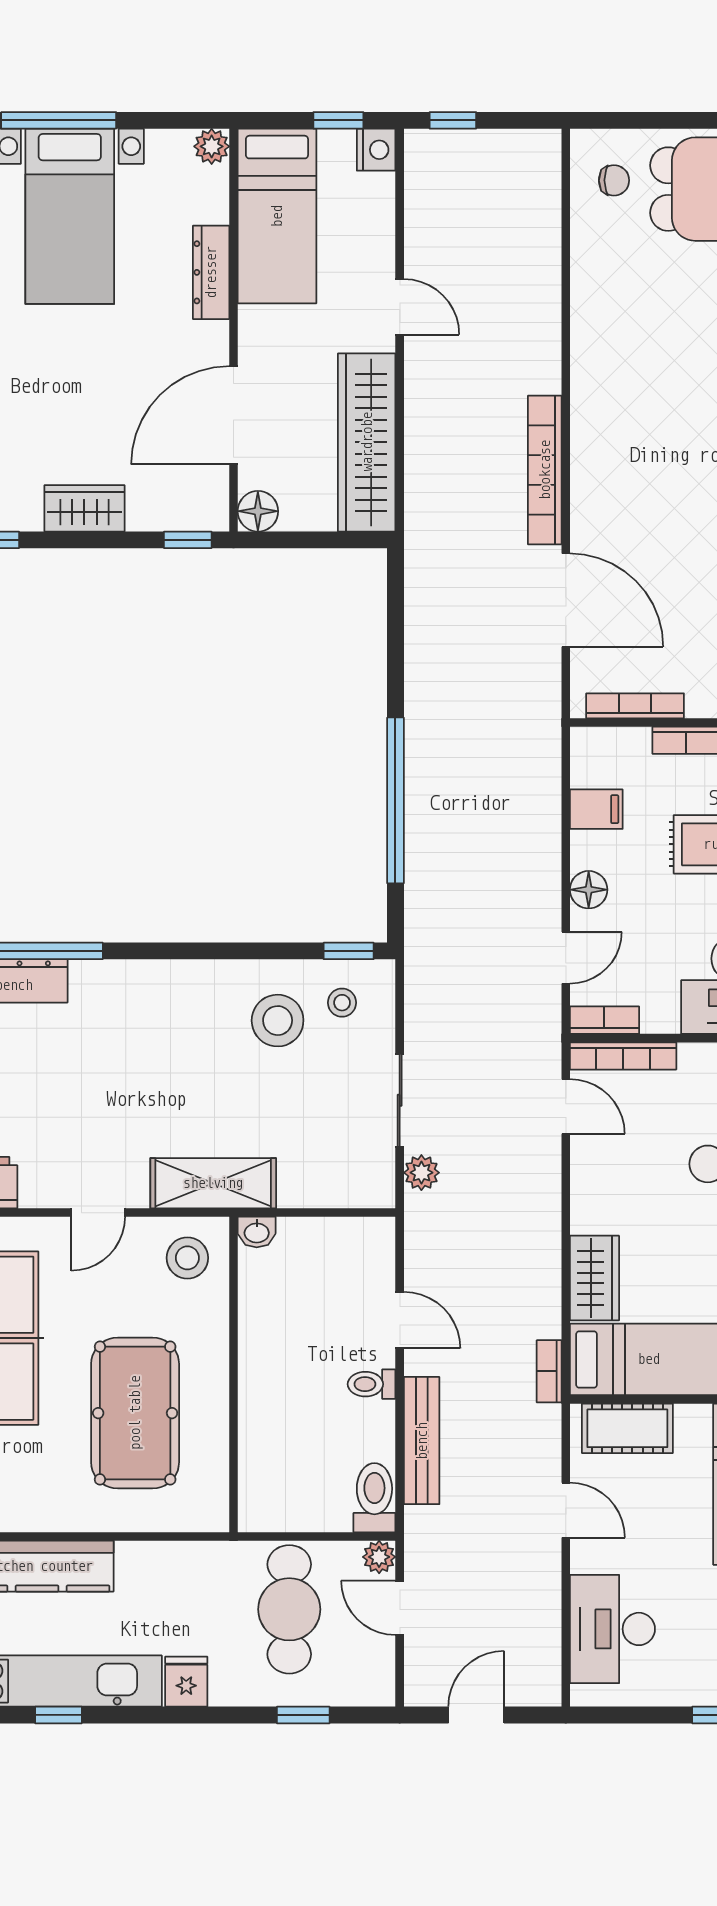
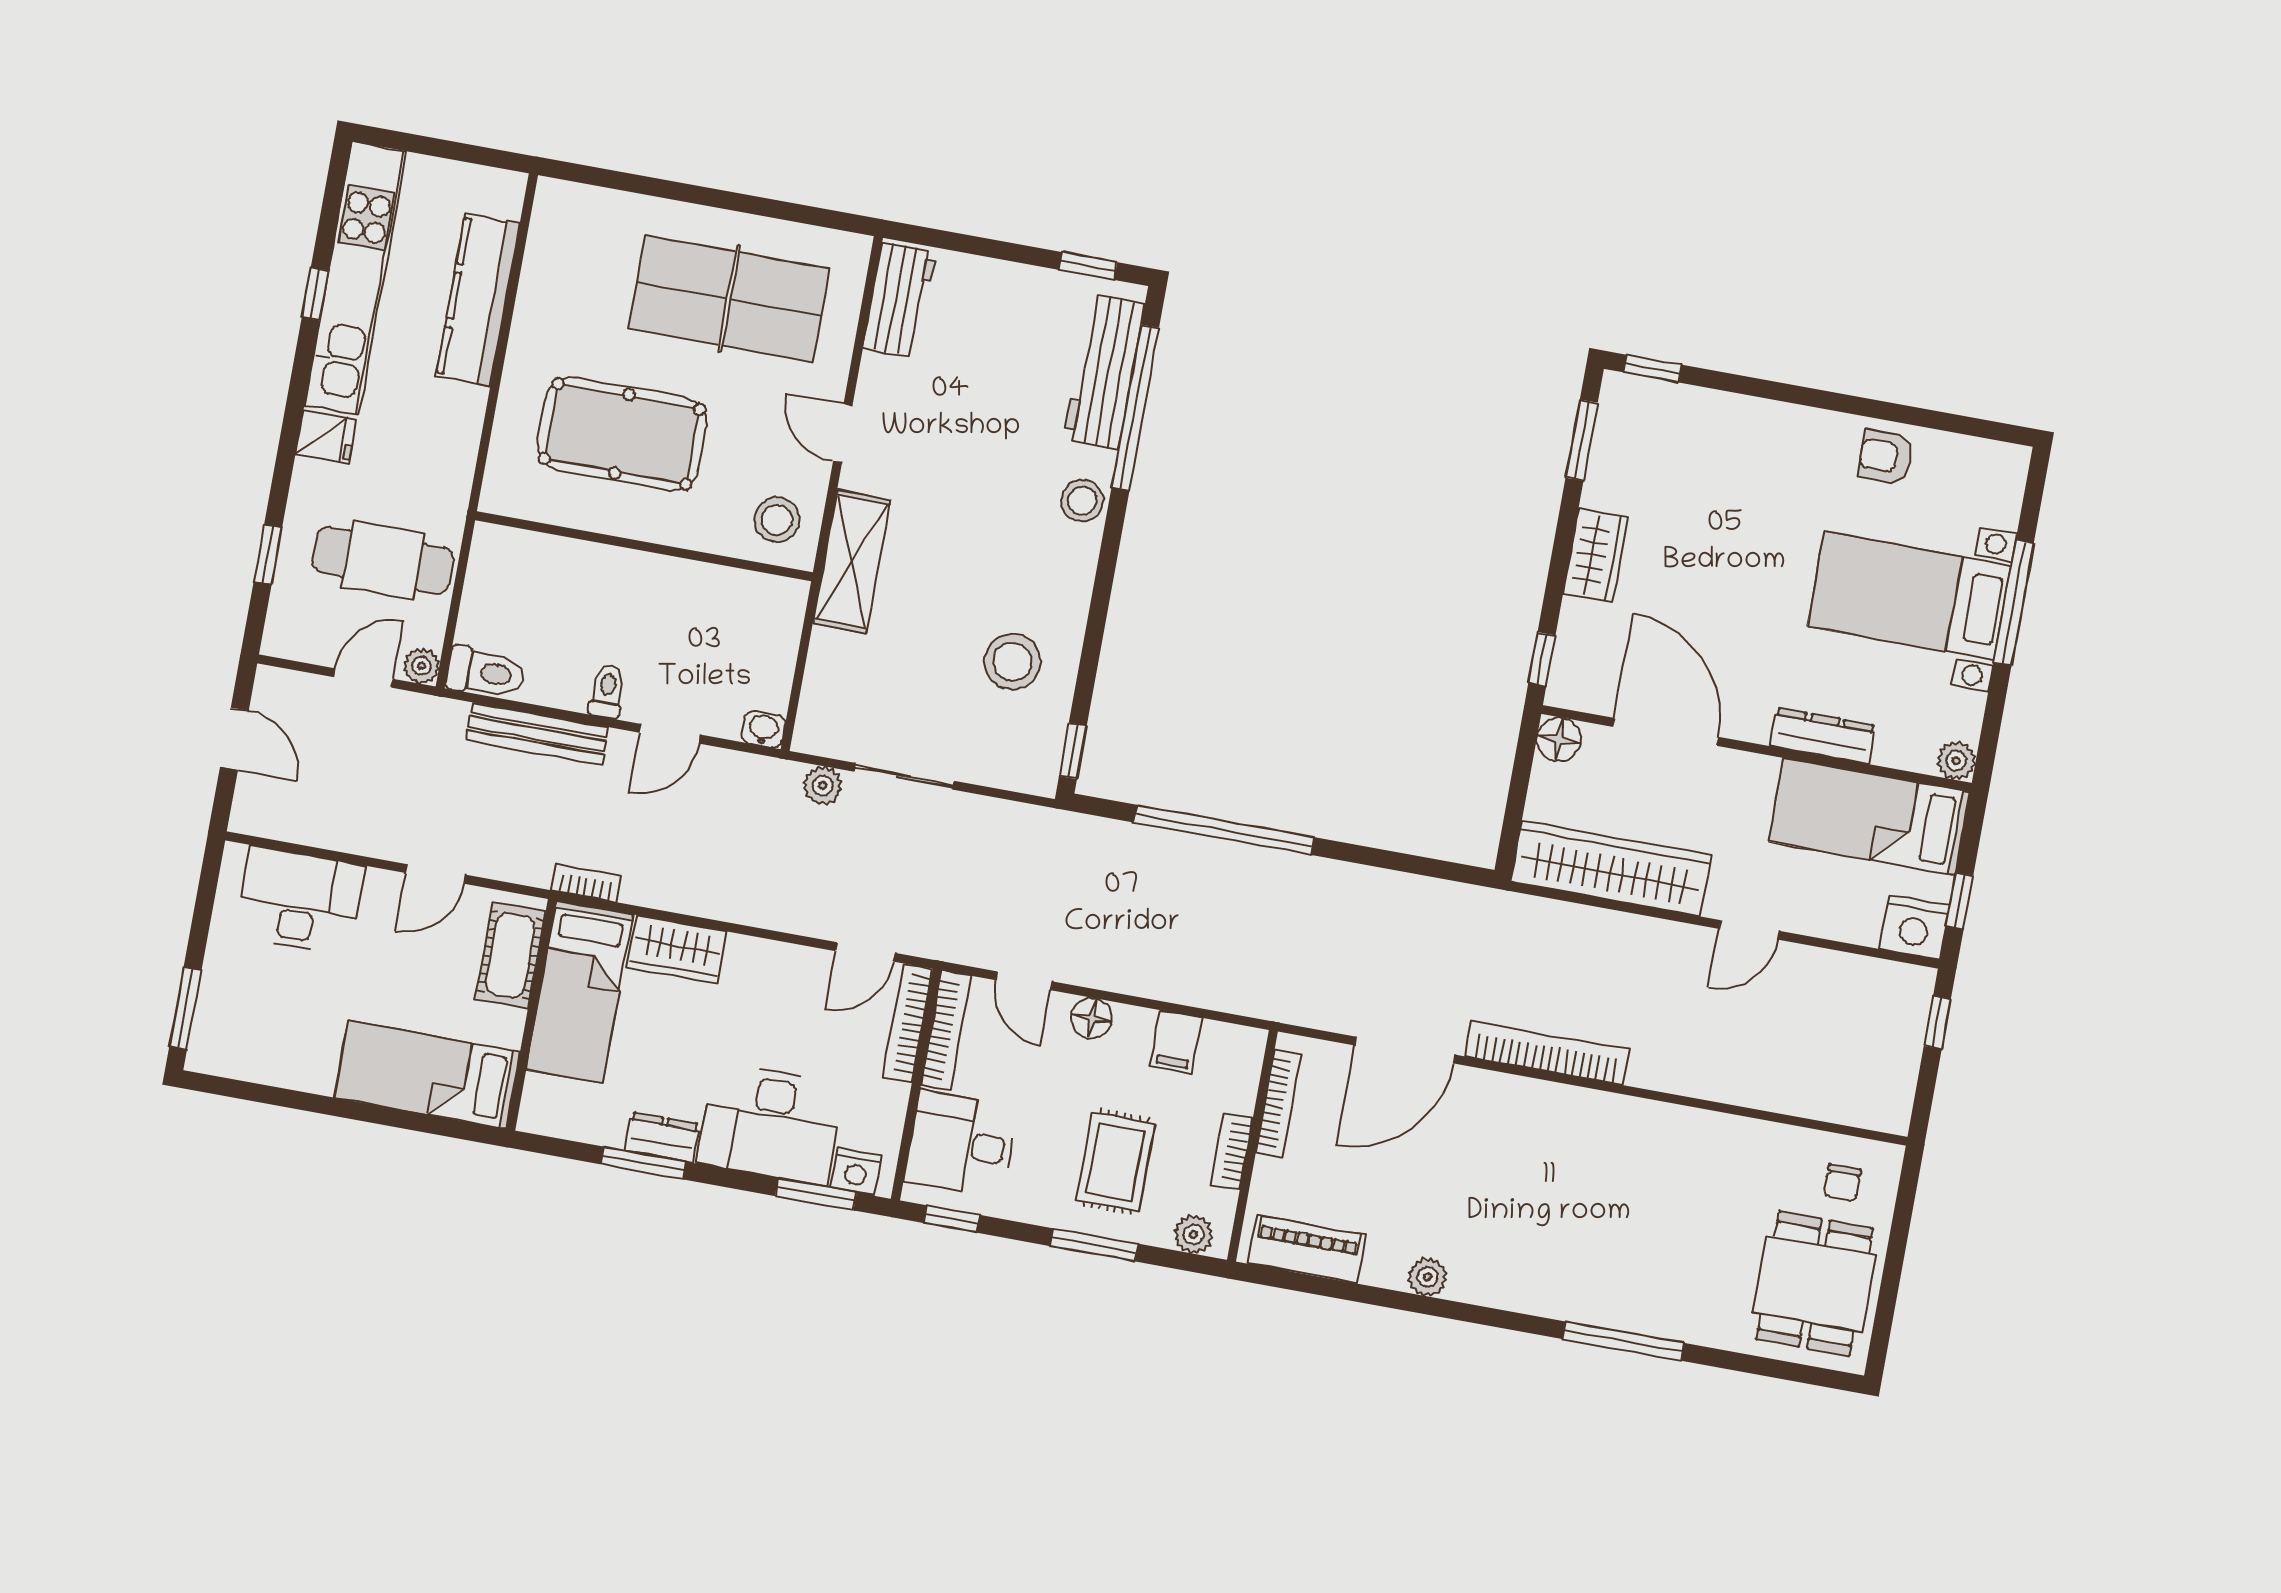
nightstand: (376, 150) -> (1914, 927), width x1.36, depth x1.33
stool: (342, 1003) -> (1082, 501), moved, width x1.37, depth x1.37
bookcase: (604, 1020) -> (946, 1031), width x1.56
washbasin: (257, 1232) -> (763, 729), moved, turned 90

